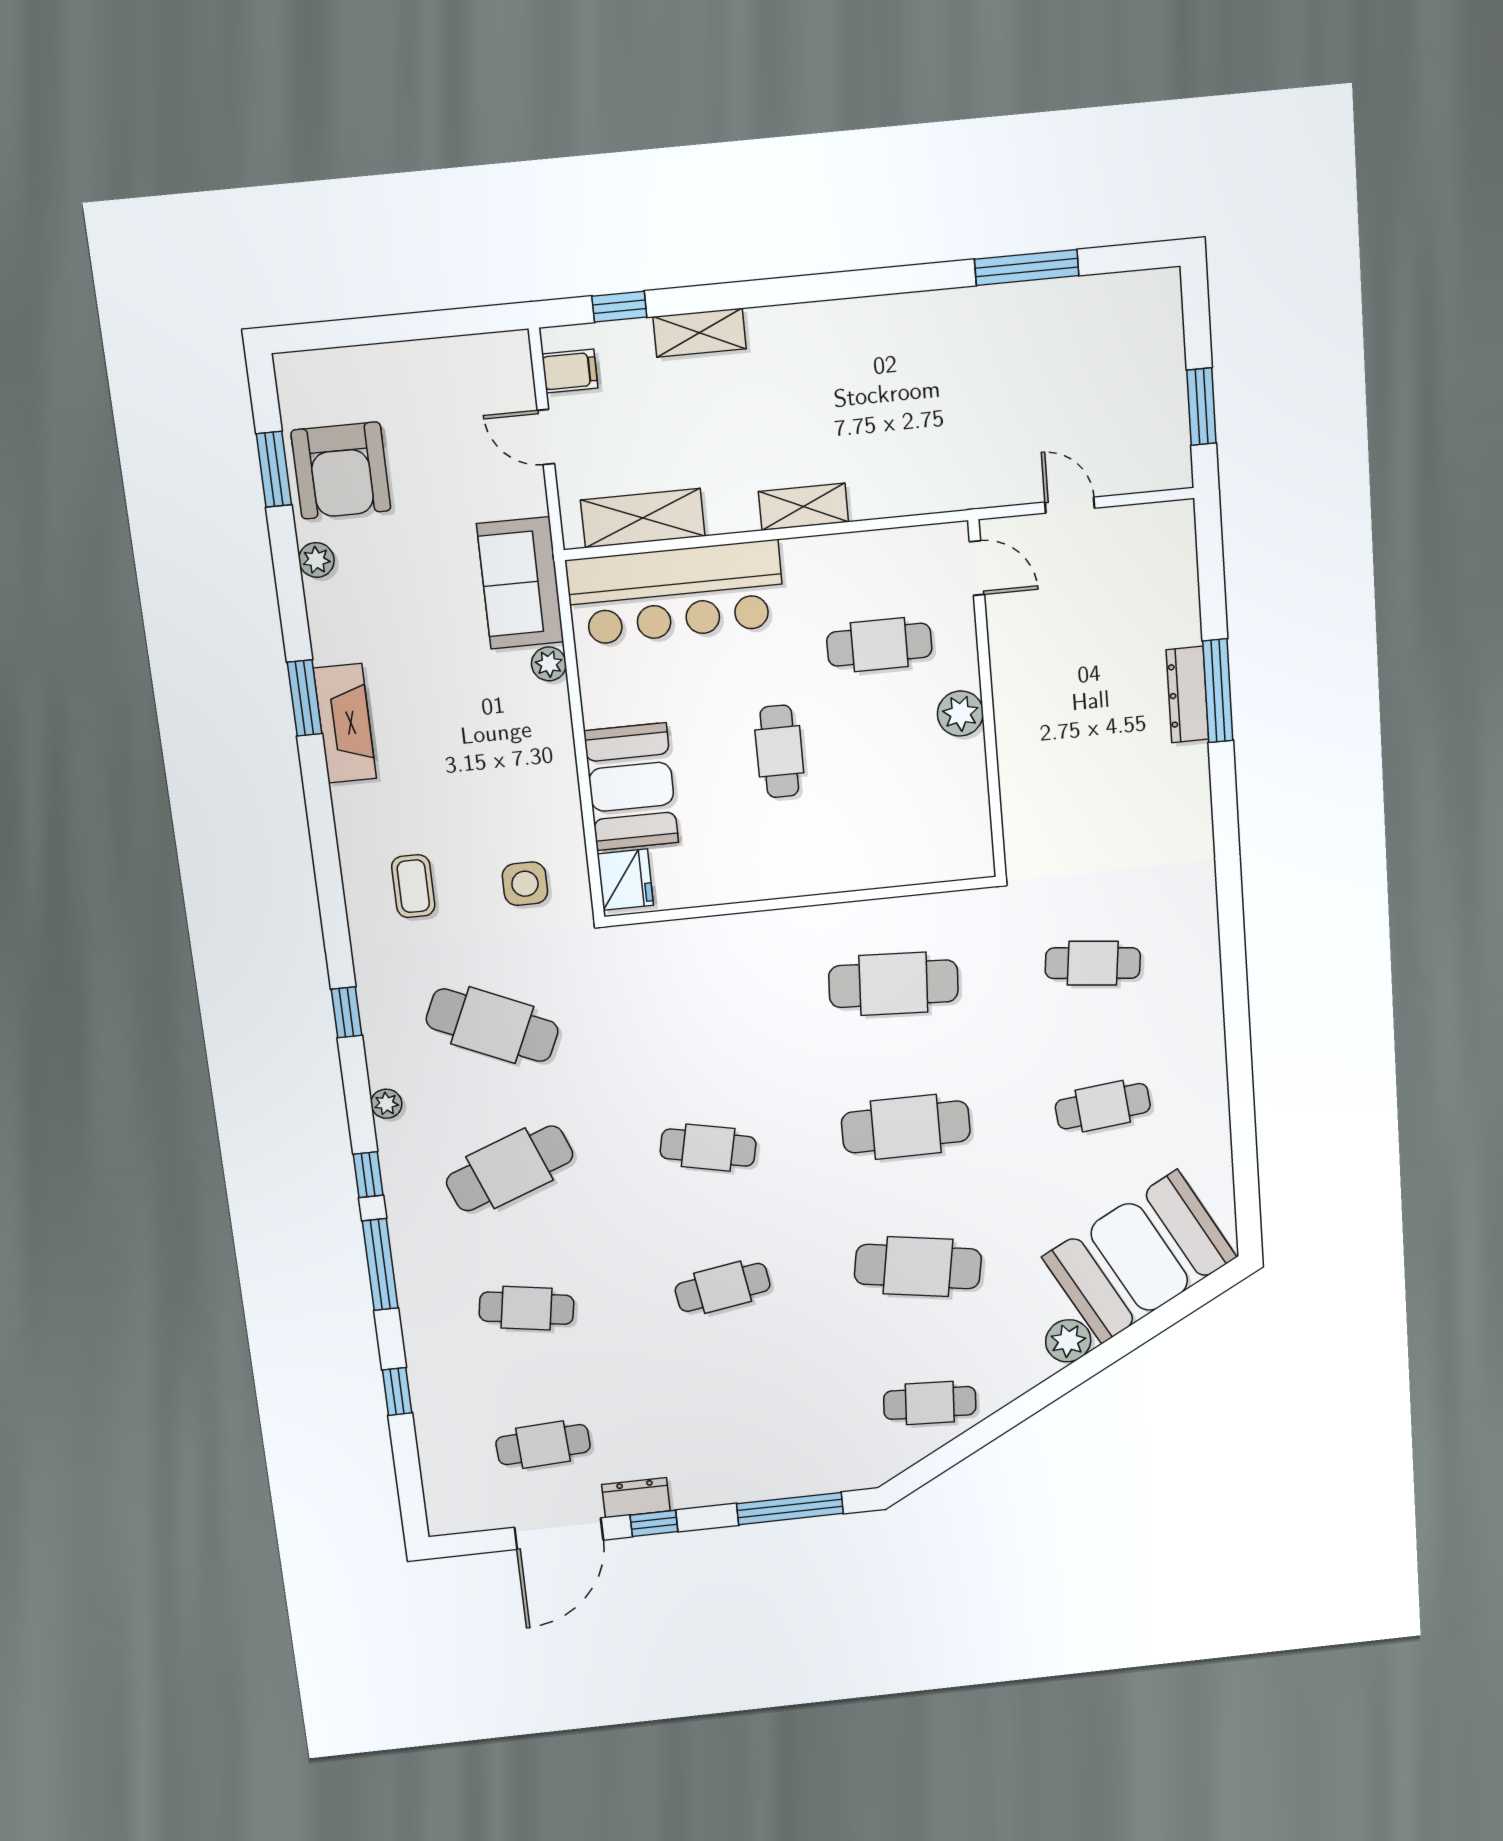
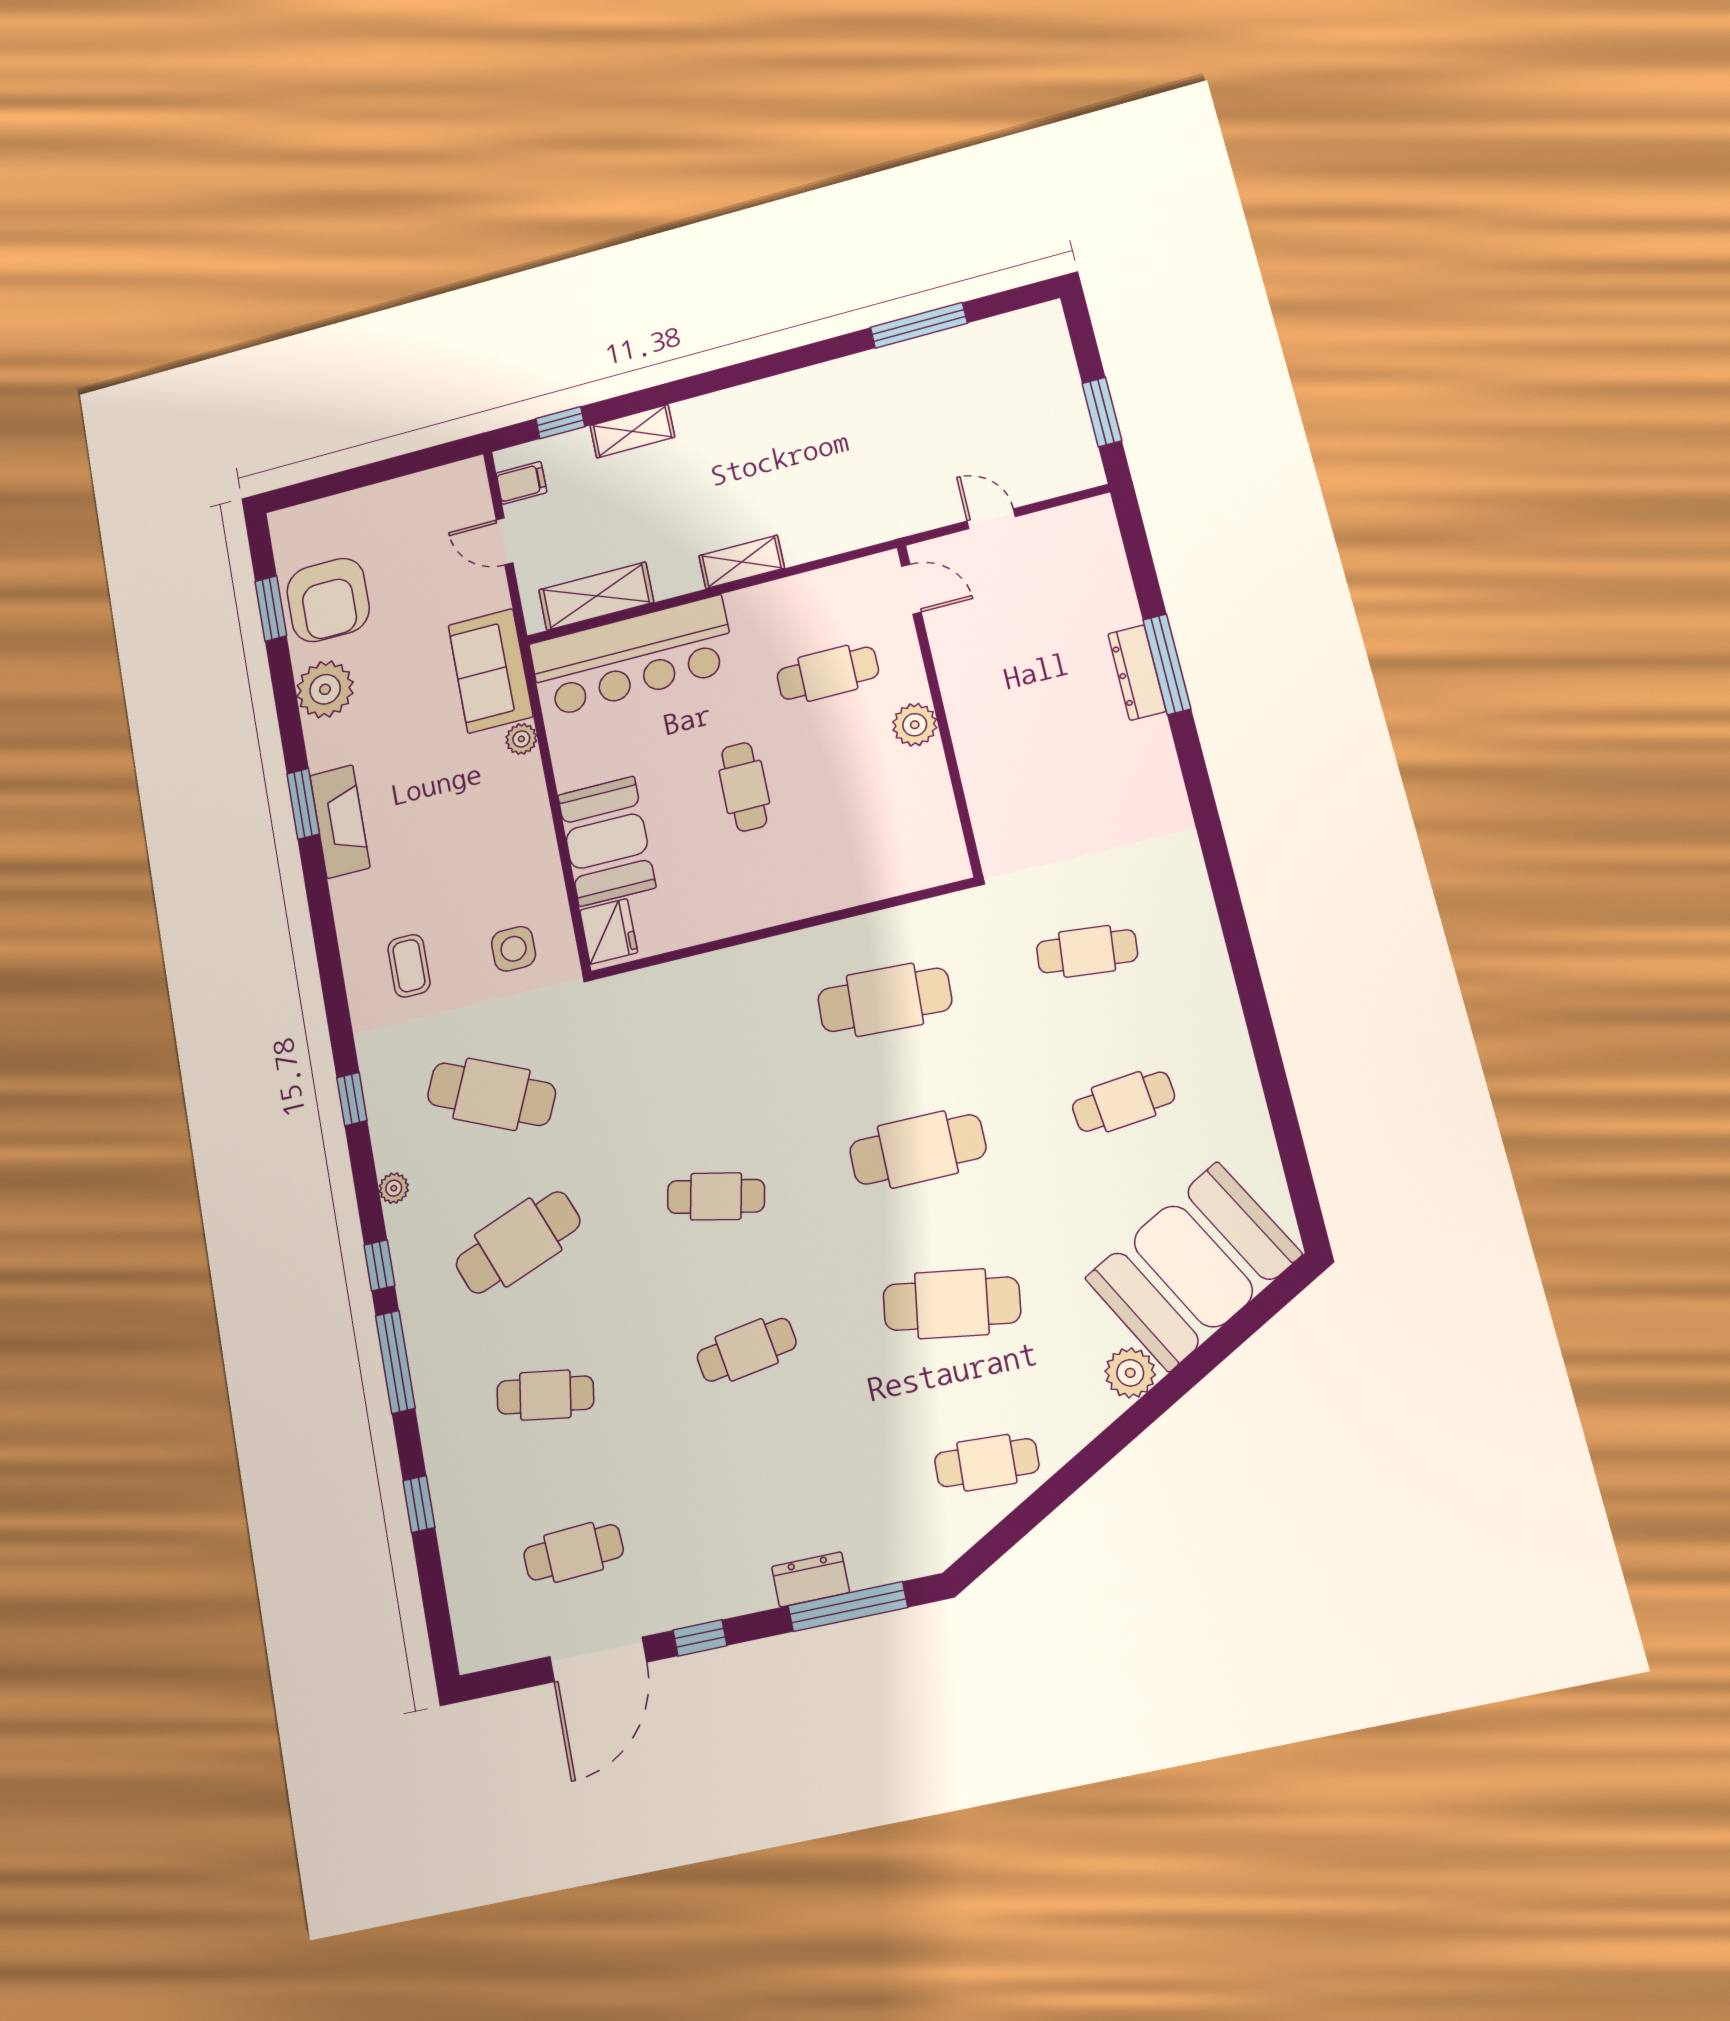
plant: (316, 560) -> (325, 689), width x1.87, depth x1.87
dresser: (636, 1498) -> (811, 1579), moved

